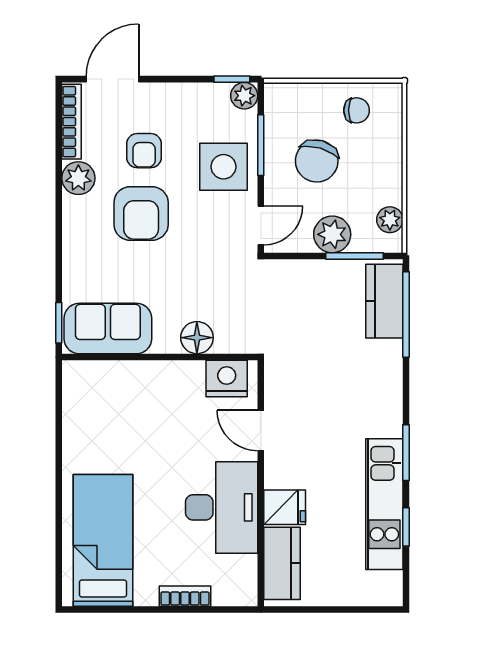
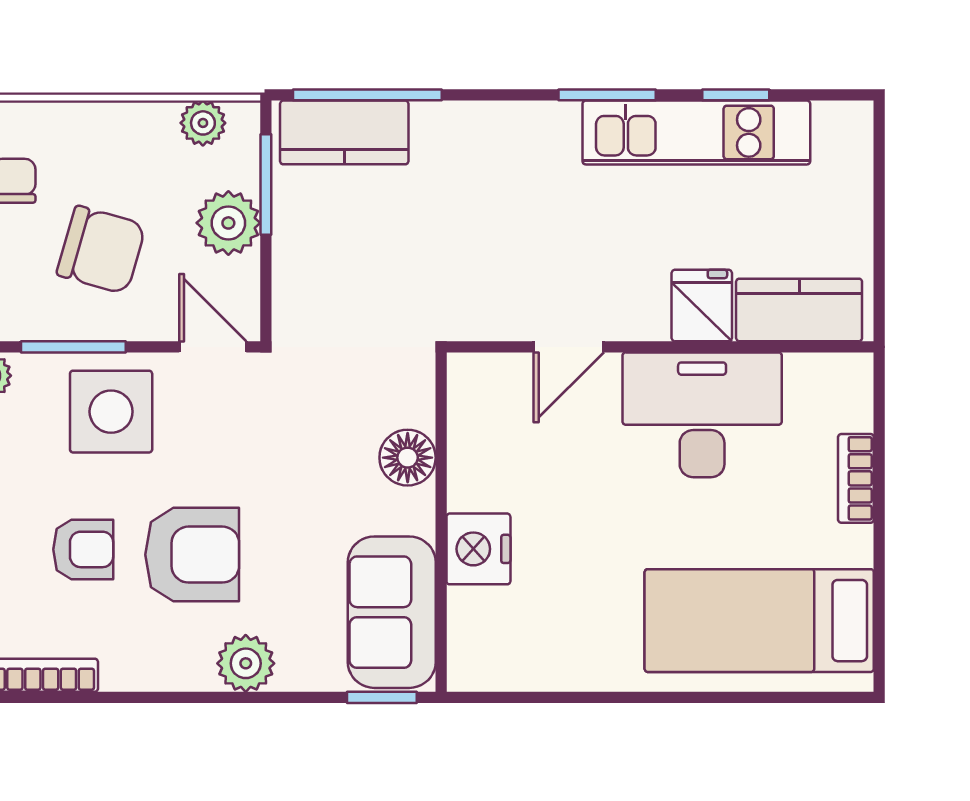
plant: (78, 178) -> (246, 663), moved
nightstand: (227, 378) -> (478, 549), moved

